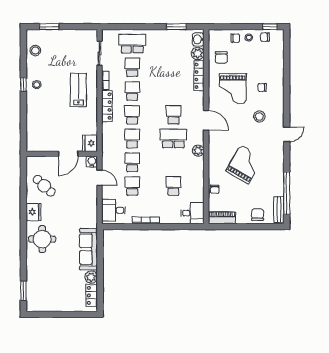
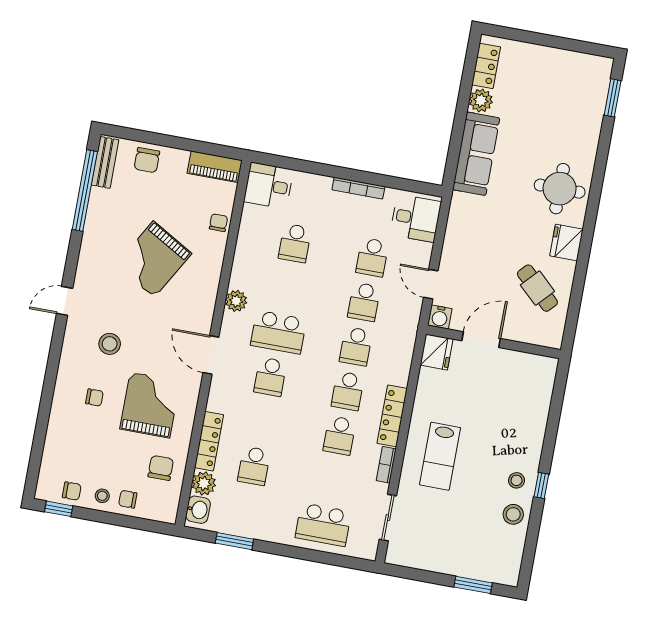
stool: (35, 51) -> (513, 514), moved
school desk: (132, 67) -> (254, 466), moved

